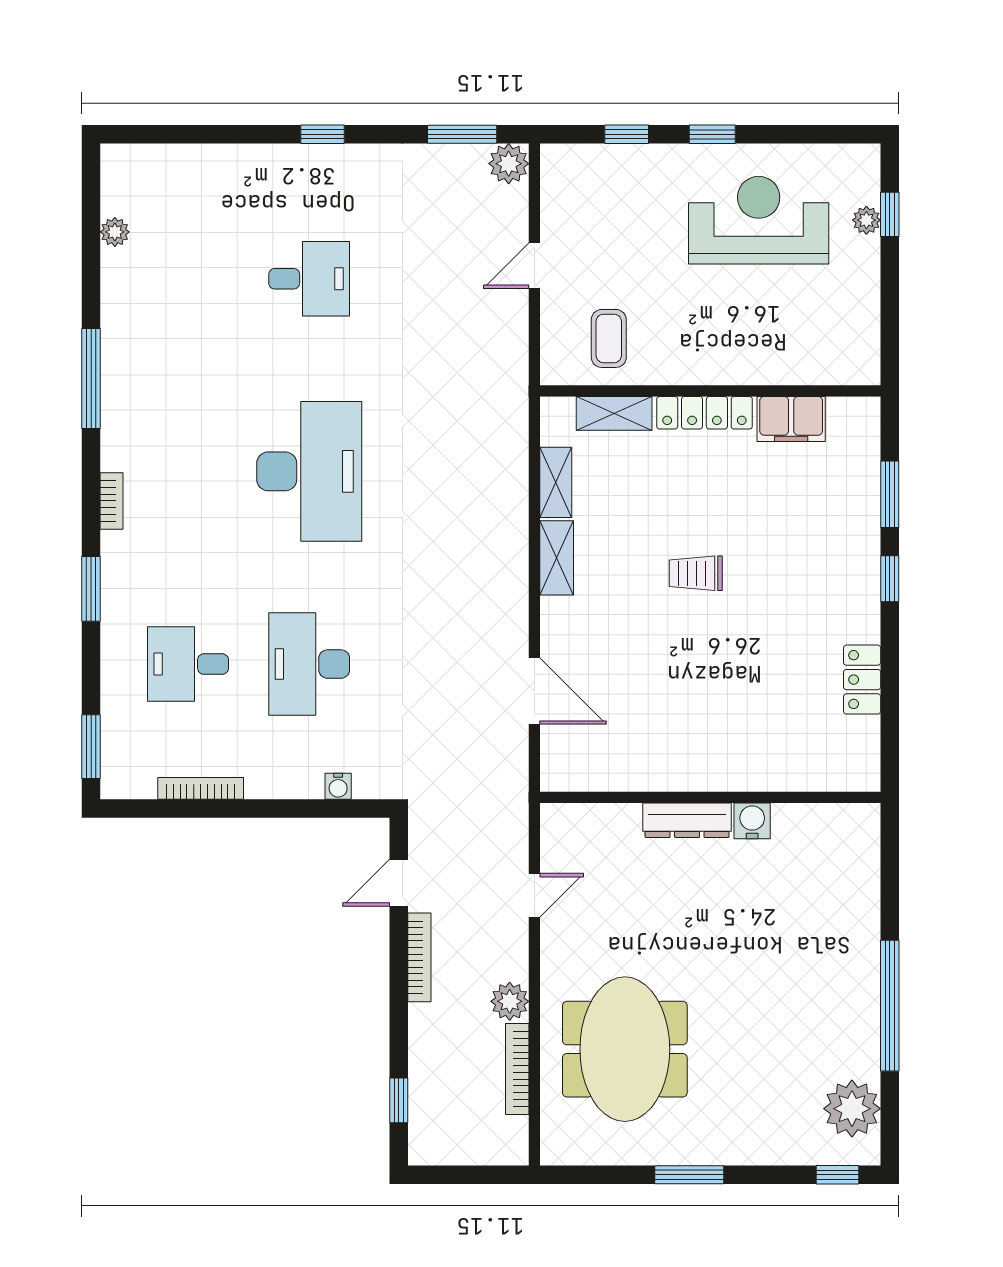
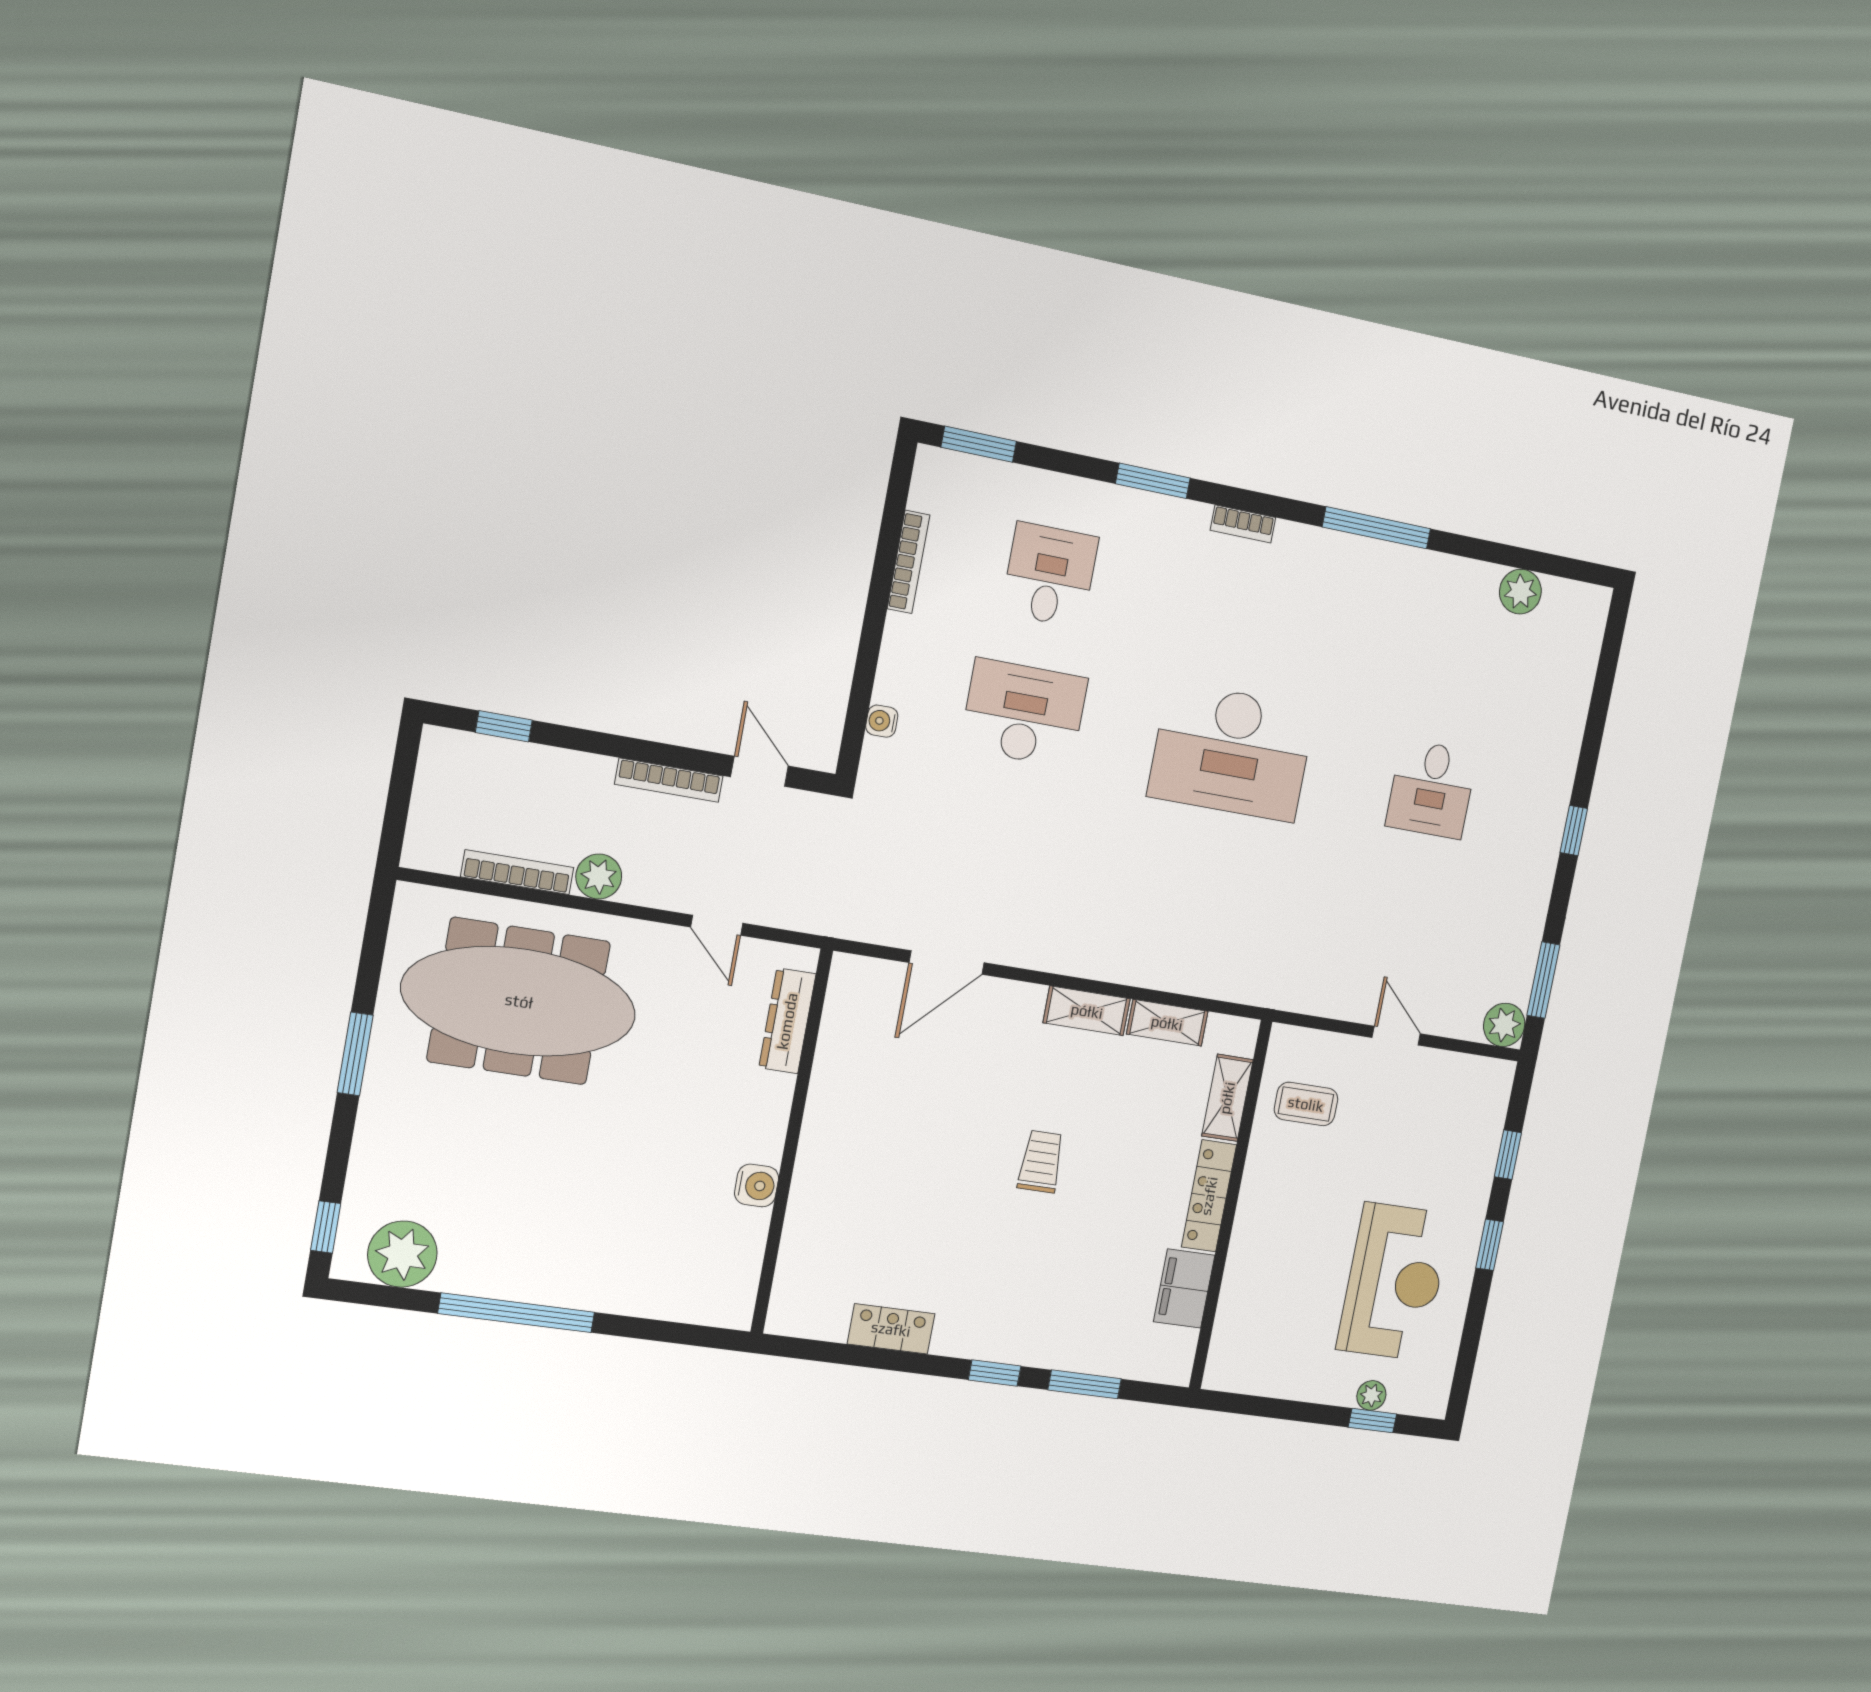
plant: (115, 232) -> (1520, 592), width x1.38, depth x1.38
dresser: (687, 820) -> (787, 1021), moved
meeting table: (625, 1049) -> (519, 1001), width x1.36

